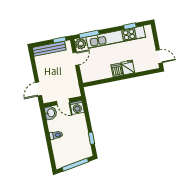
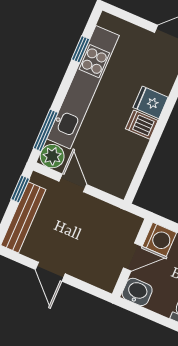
door: (38, 89) -> (50, 272), moved

